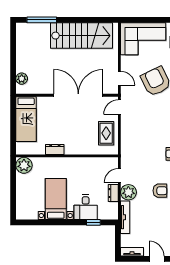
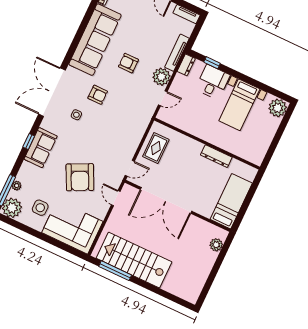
window: (42, 20) -> (115, 271), moved
dresser: (55, 149) -> (216, 156), width x1.44
plant: (24, 165) -> (278, 108), moved
dresser: (113, 193) -> (186, 65), moved

